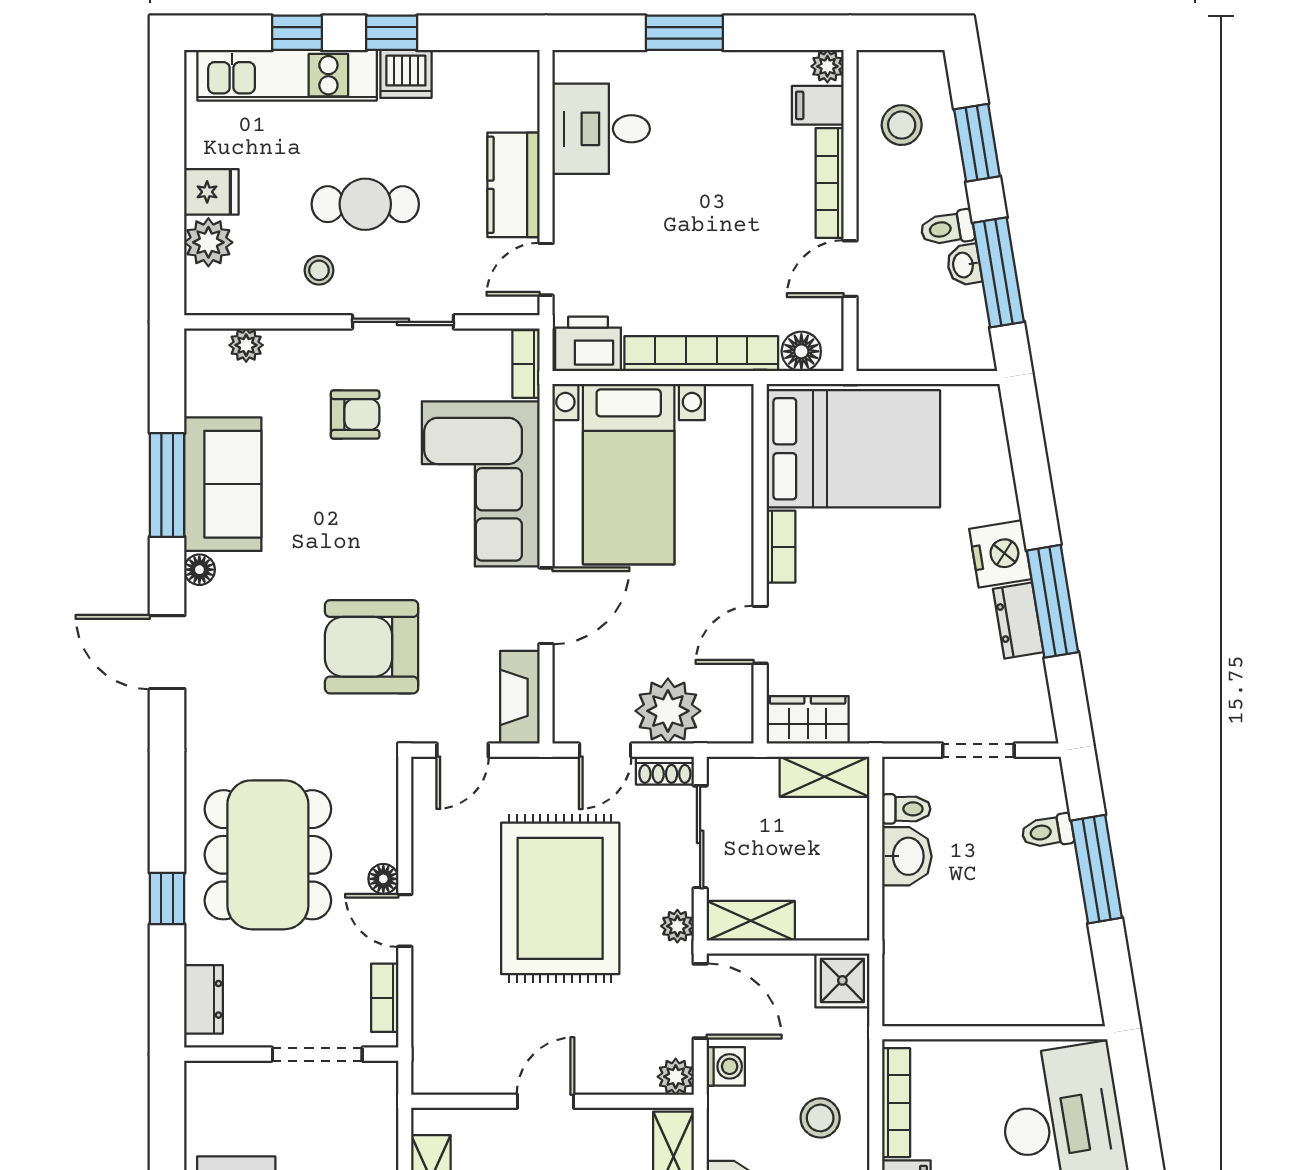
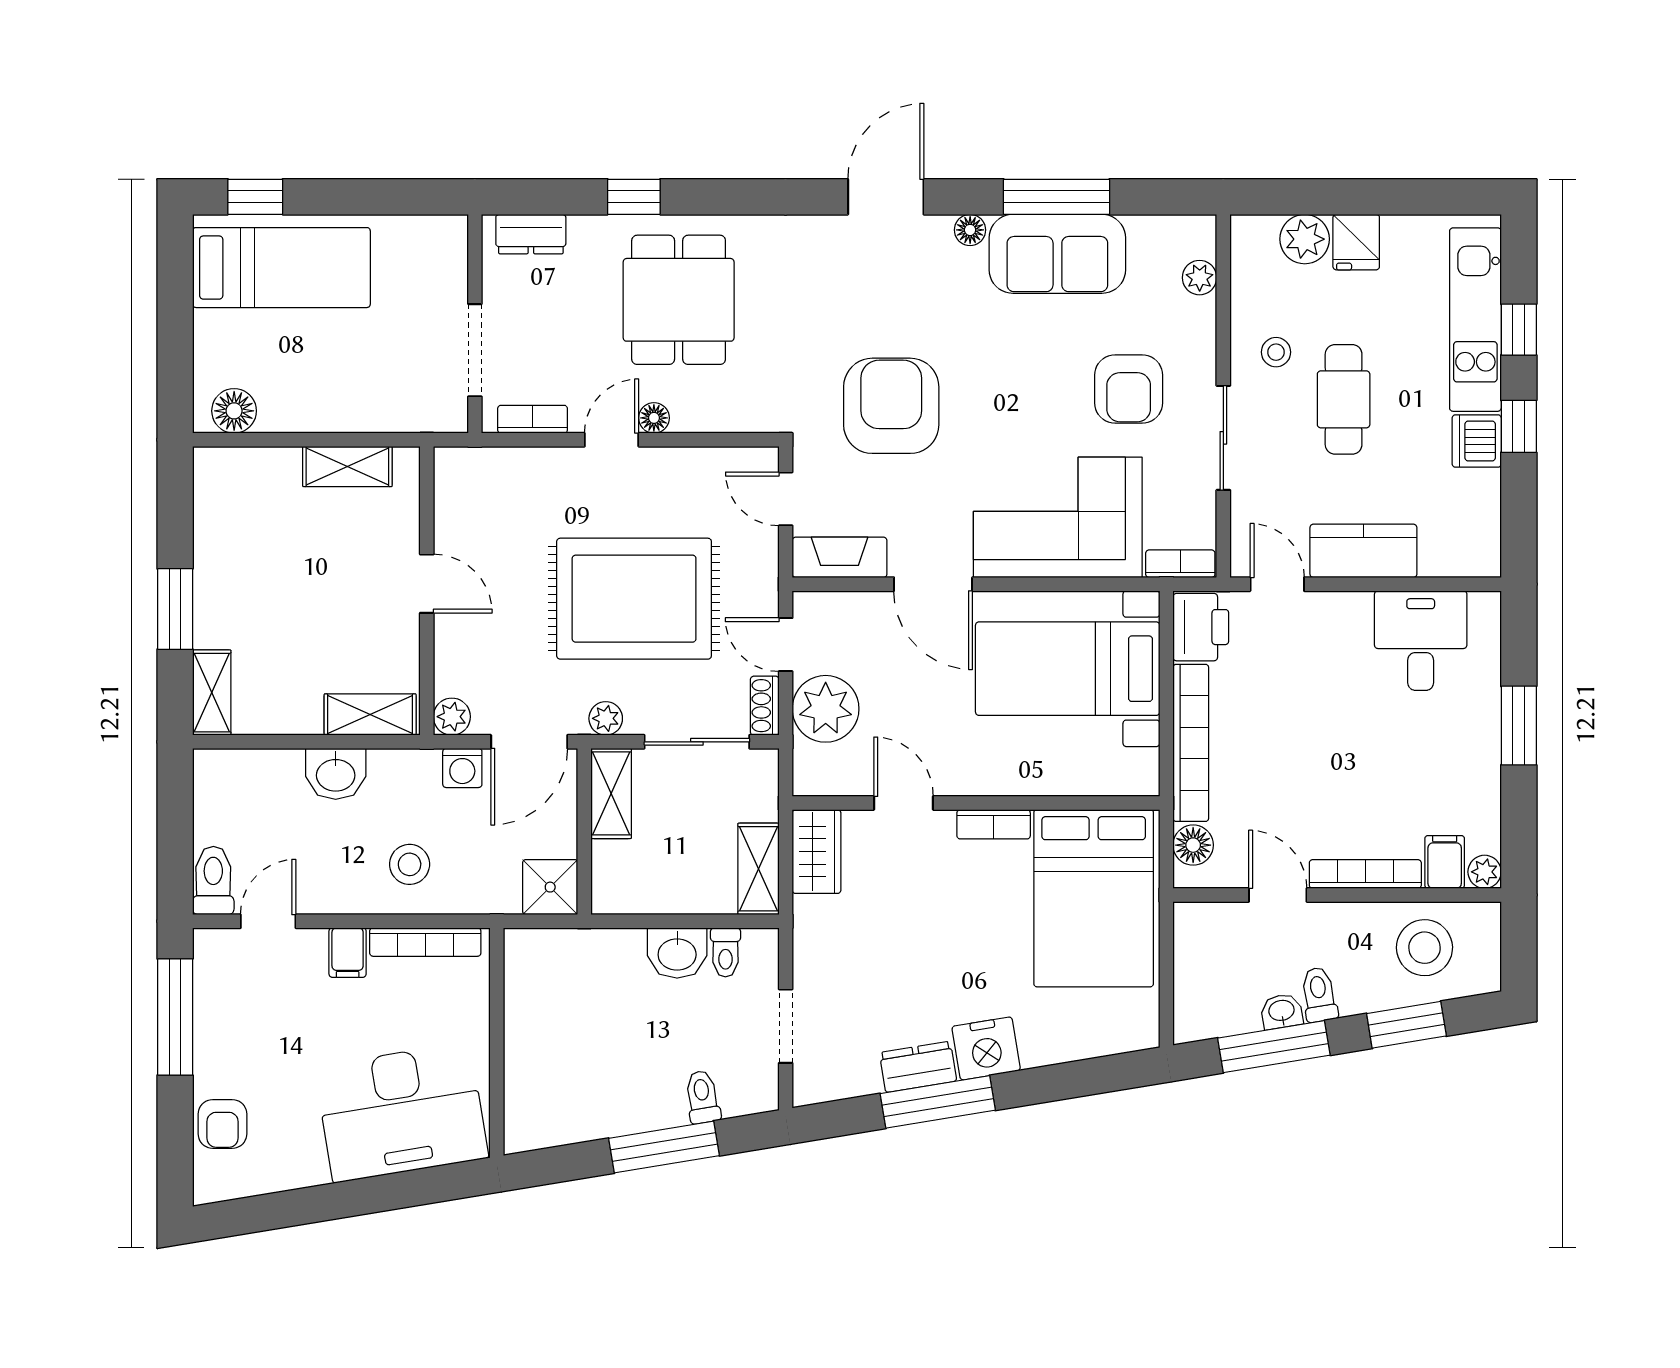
stool: (902, 125) -> (1424, 948), width x1.38, depth x1.38
armchair: (355, 415) -> (1129, 389), width x1.38, depth x1.38
dining table: (268, 855) -> (679, 300), width x0.73

